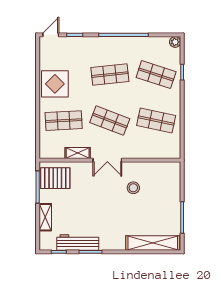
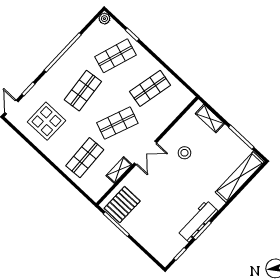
display table: (55, 84) -> (47, 121), moved
shelving: (45, 217) -> (210, 119), moved
workbench: (78, 242) -> (198, 221), moved

